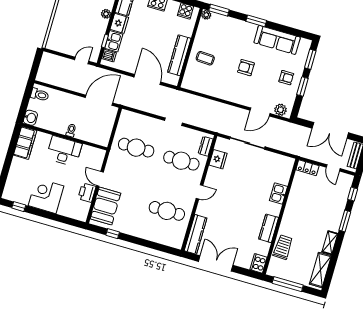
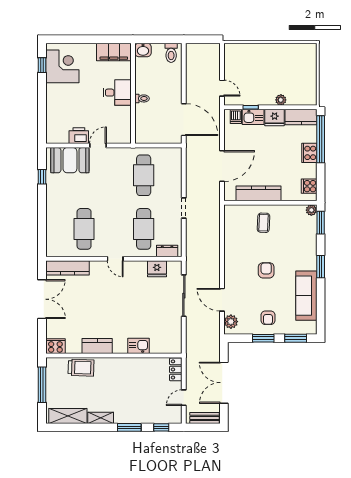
desk: (64, 151) -> (117, 93), width x0.73
corner desk: (46, 196) -> (62, 66), moved

